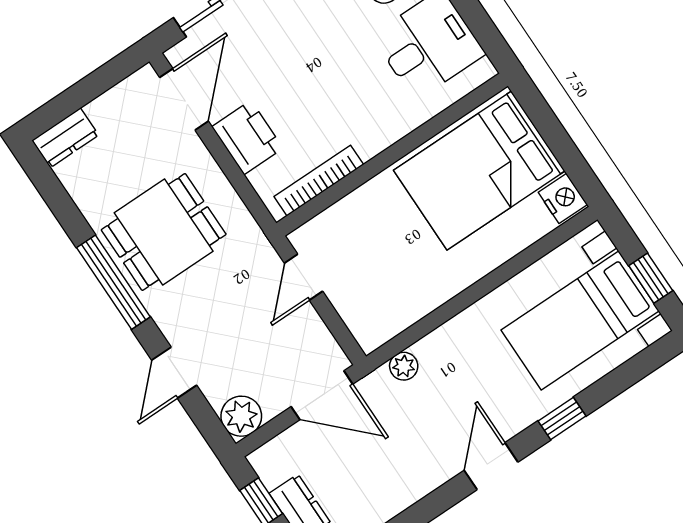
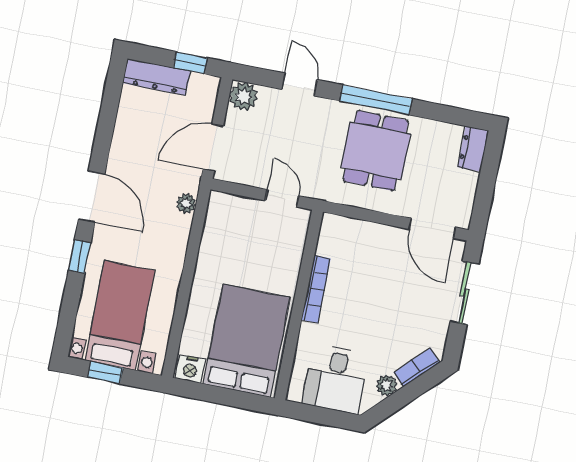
printer: (247, 137) -> (381, 241), removed
bookcase: (319, 181) -> (316, 289), moved
door: (491, 466) -> (92, 197), width x1.38

